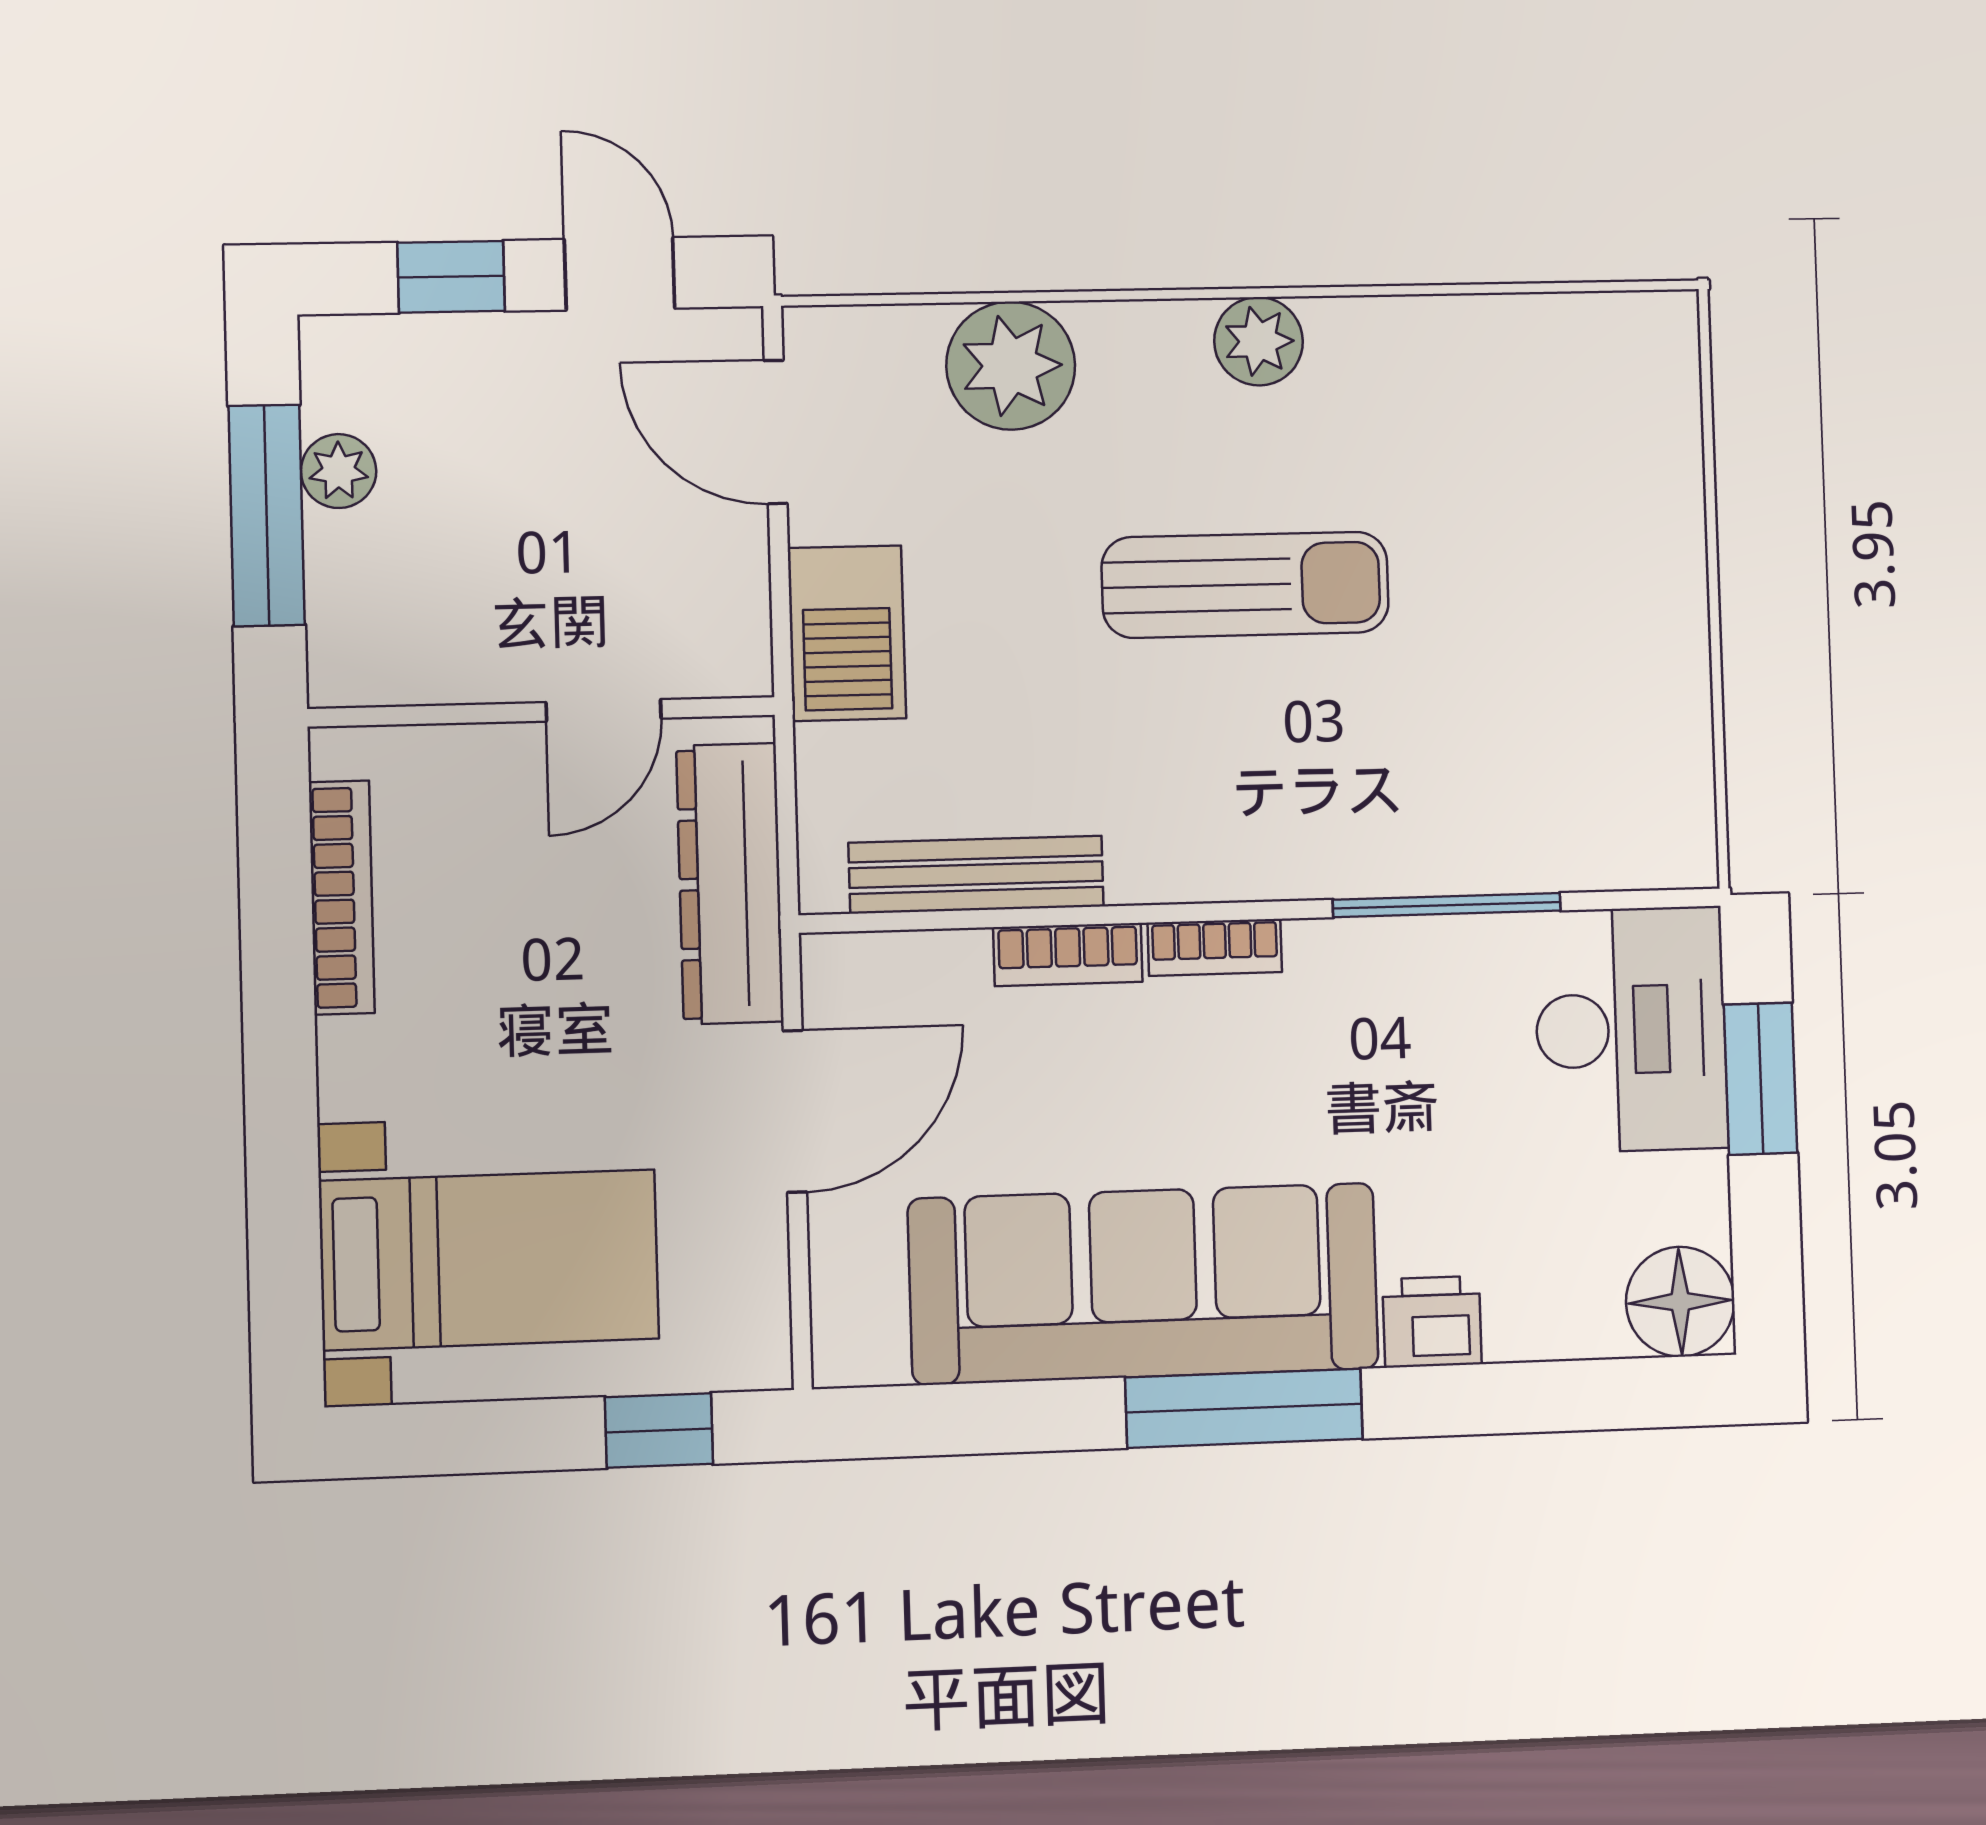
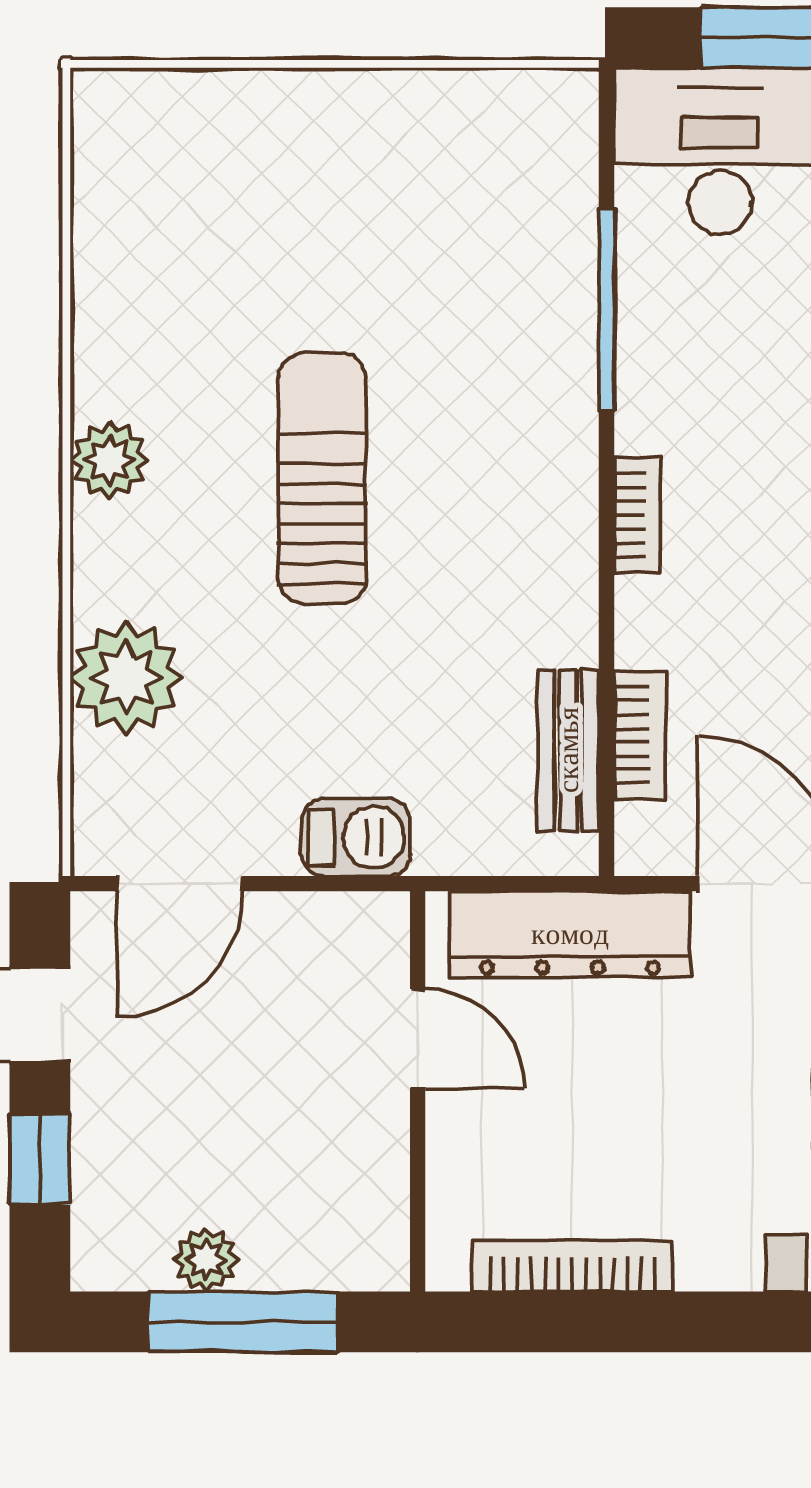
barbecue: (847, 633) -> (356, 837), width x0.73, depth x0.79
bench: (976, 875) -> (568, 750), width x0.73
bookcase: (1068, 955) -> (640, 735), moved

